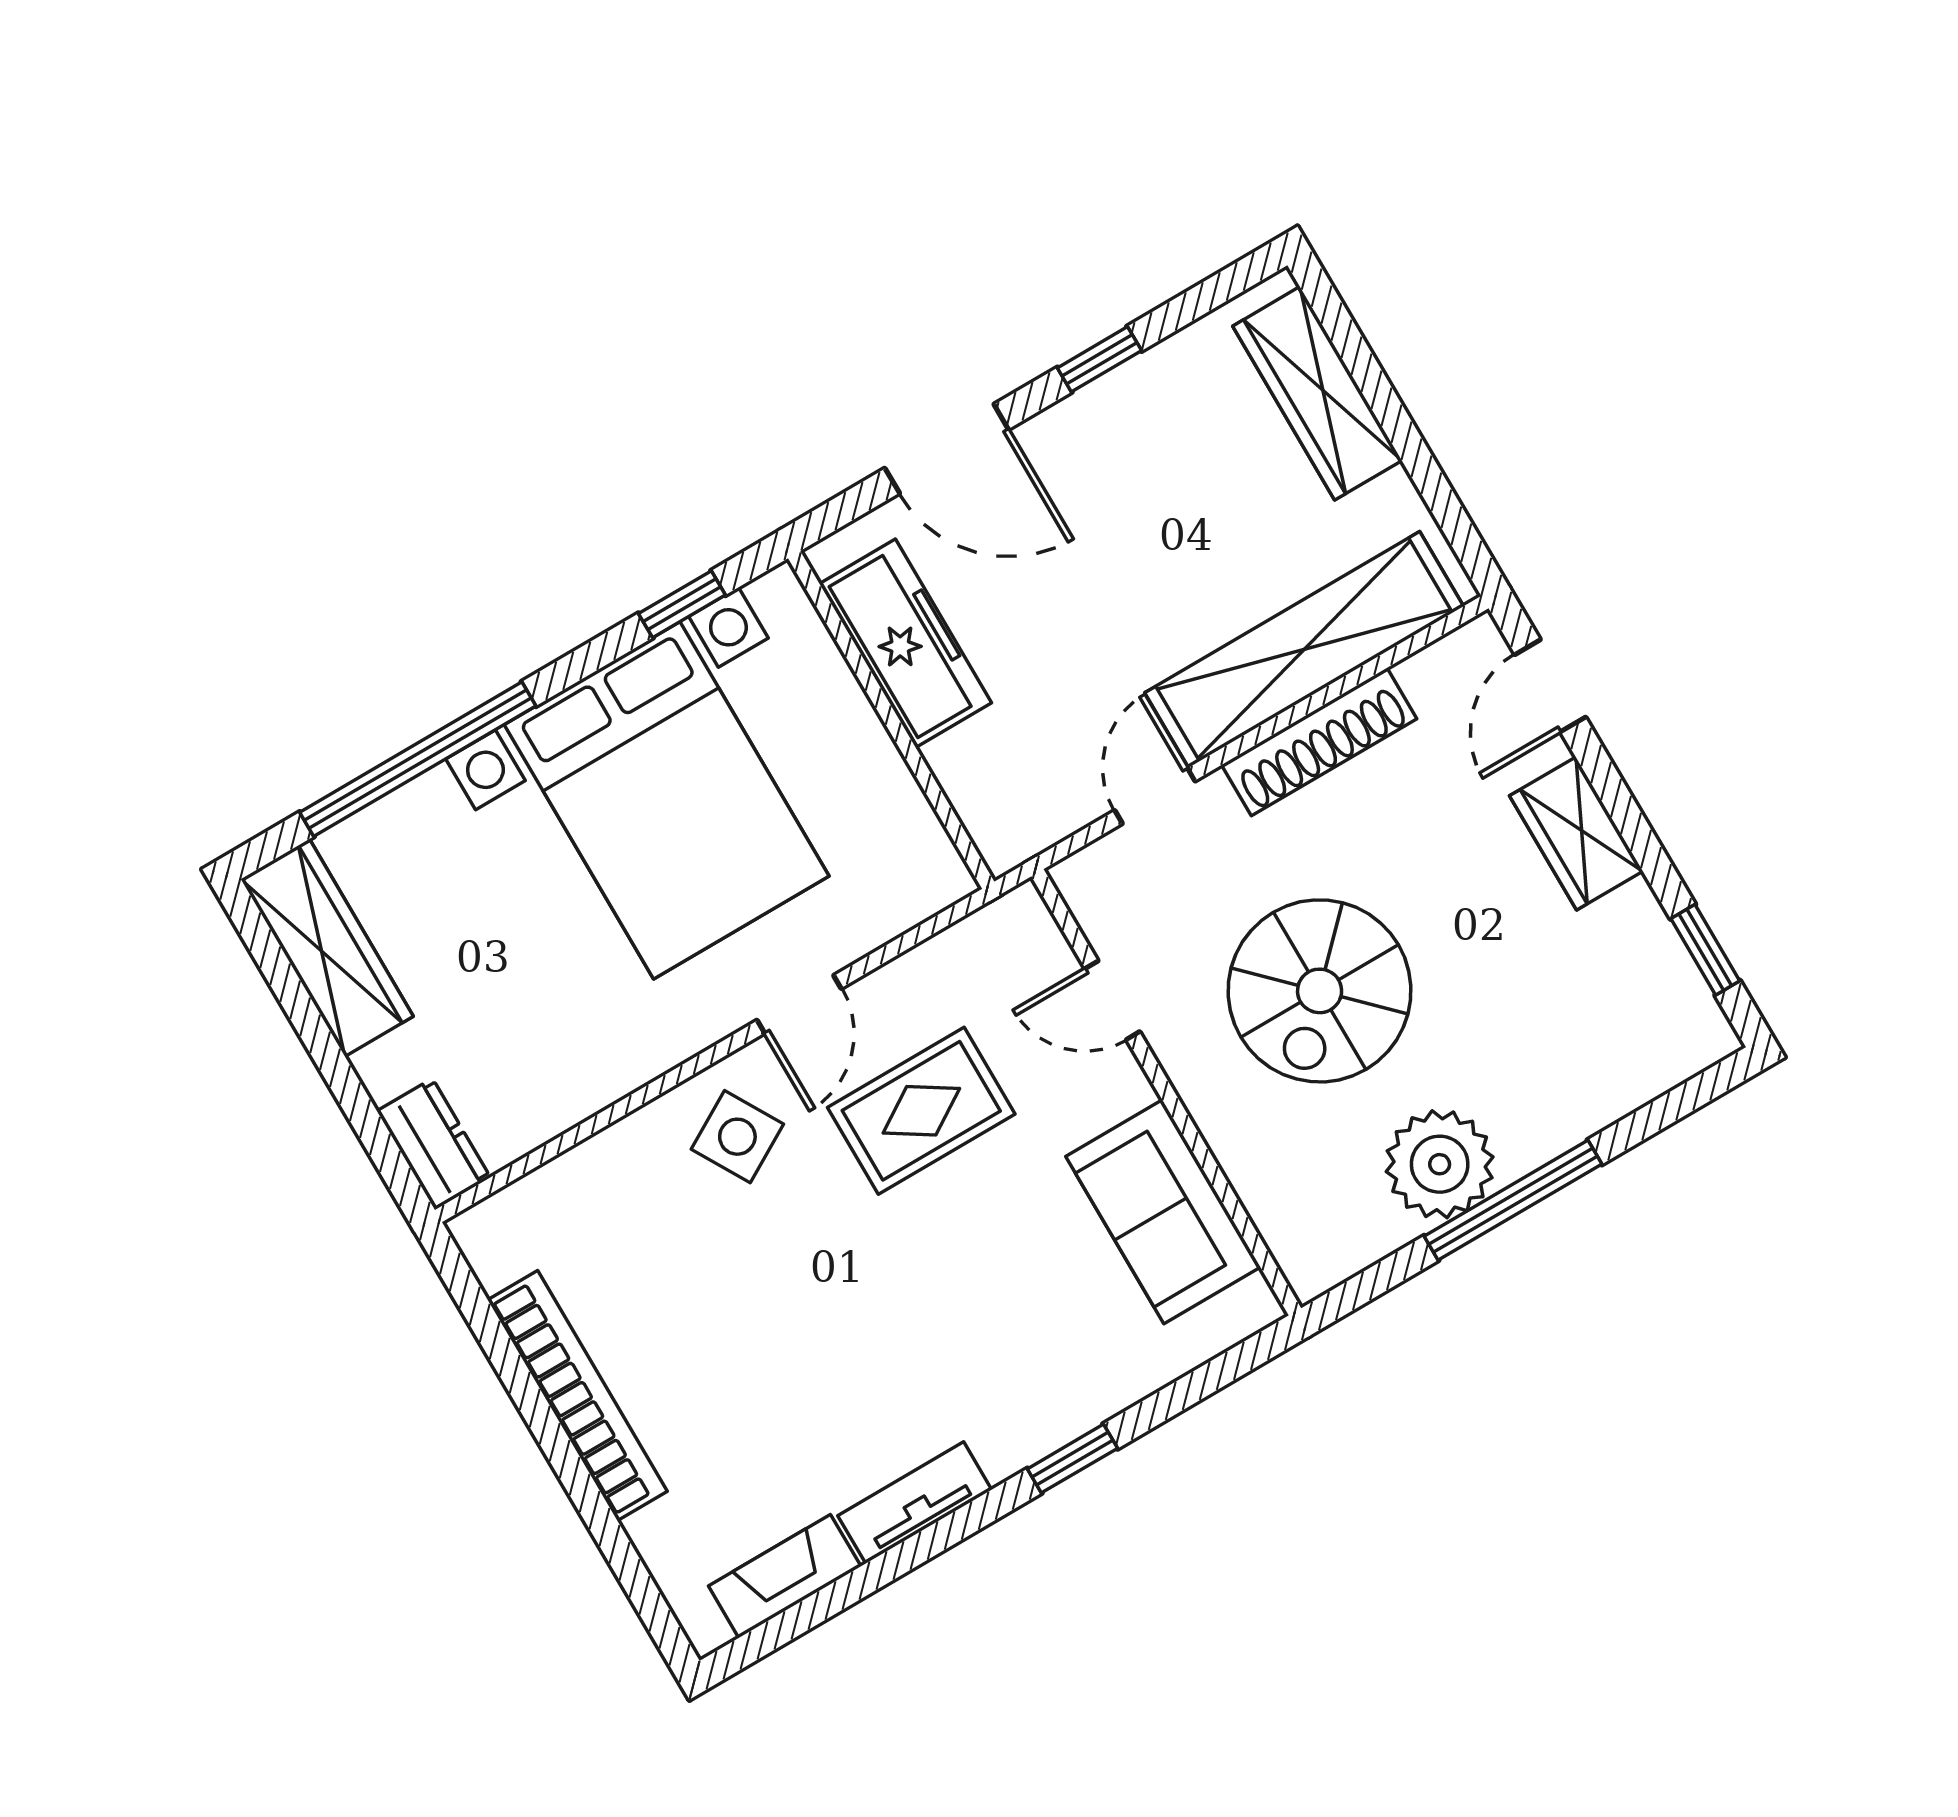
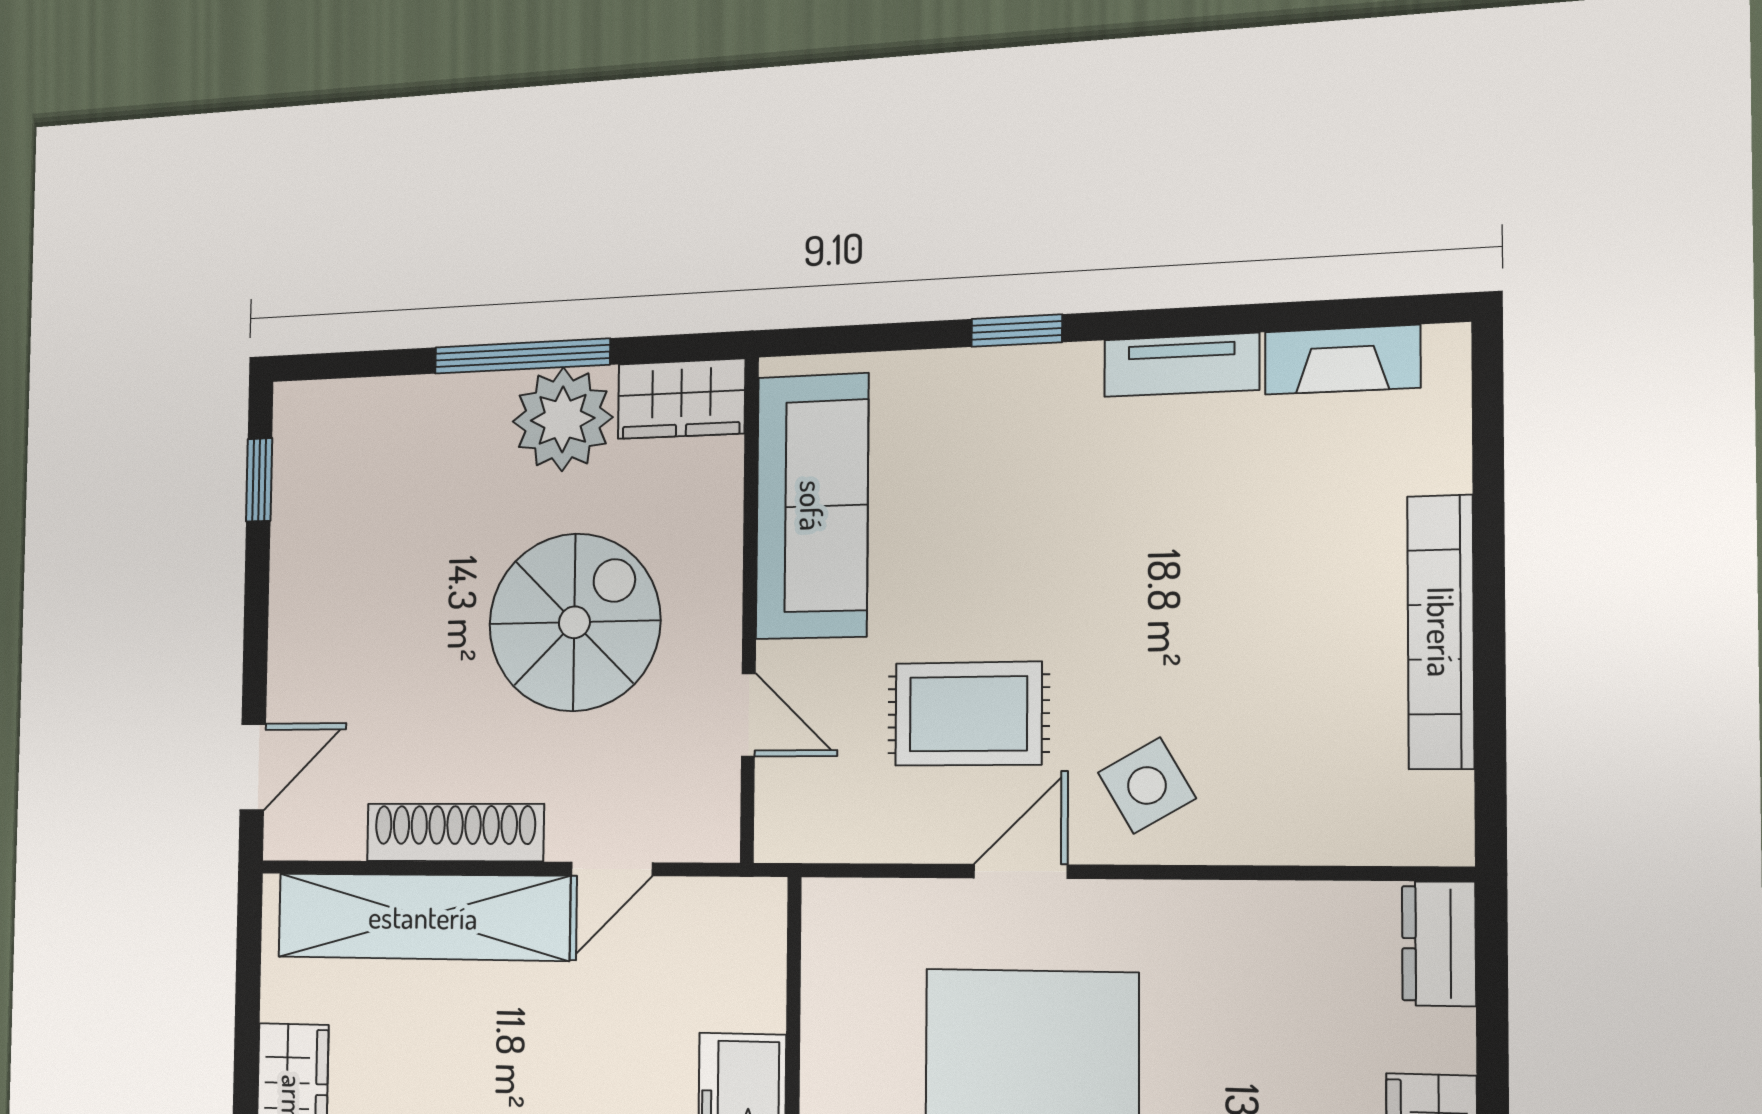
wardrobe: (1576, 834) -> (681, 399), moved, turned 90
sofa: (1163, 1212) -> (812, 506), width x1.36

